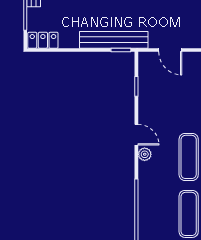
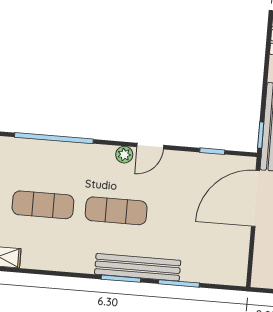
door: (170, 50) -> (255, 198), width x1.88

